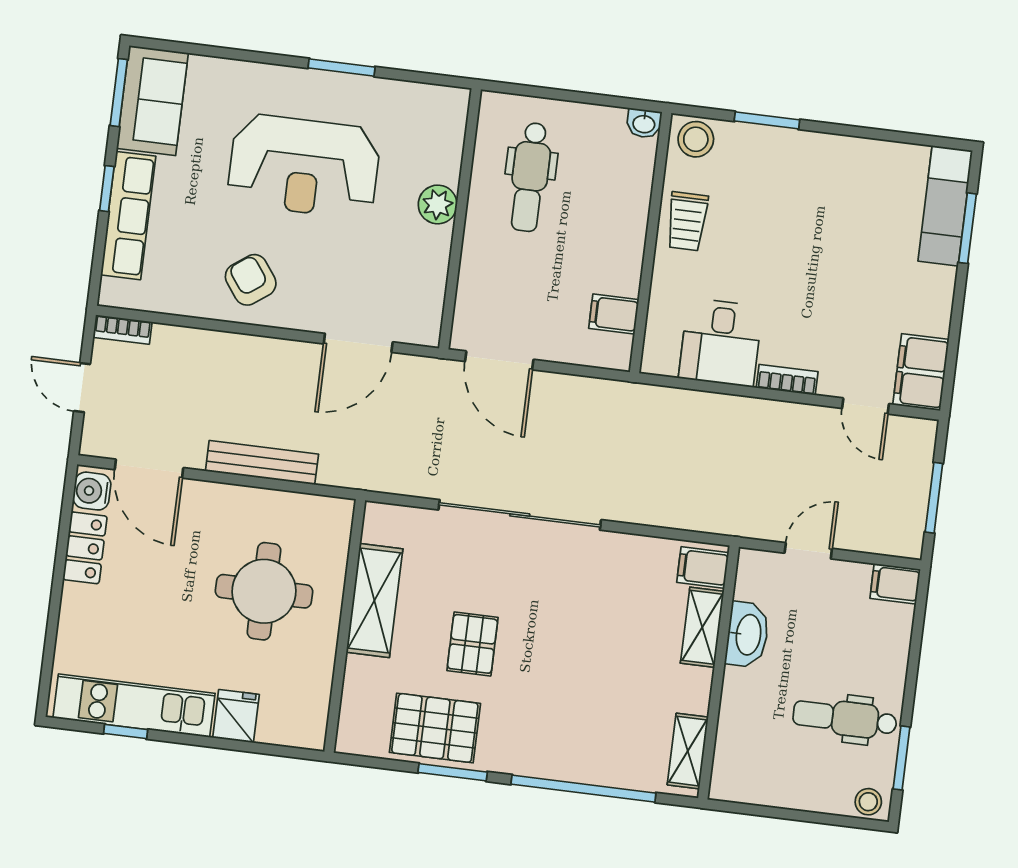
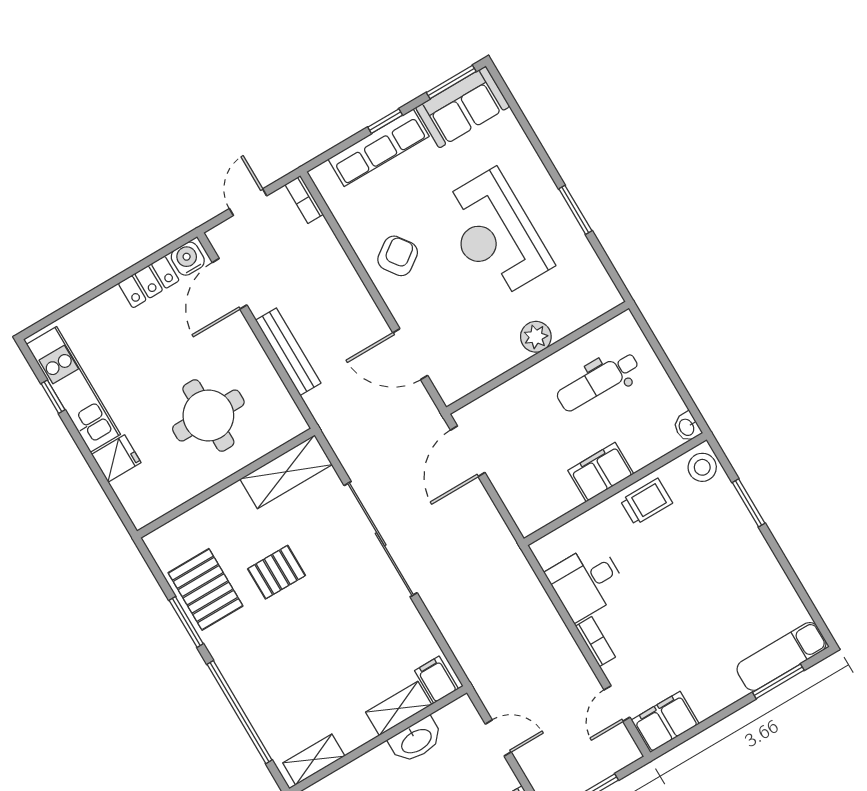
trolley: (687, 221) -> (646, 502), turned 180
filing cabinet: (614, 314) -> (601, 472), moved, width x2.00
shelving: (374, 601) -> (286, 472), moved

